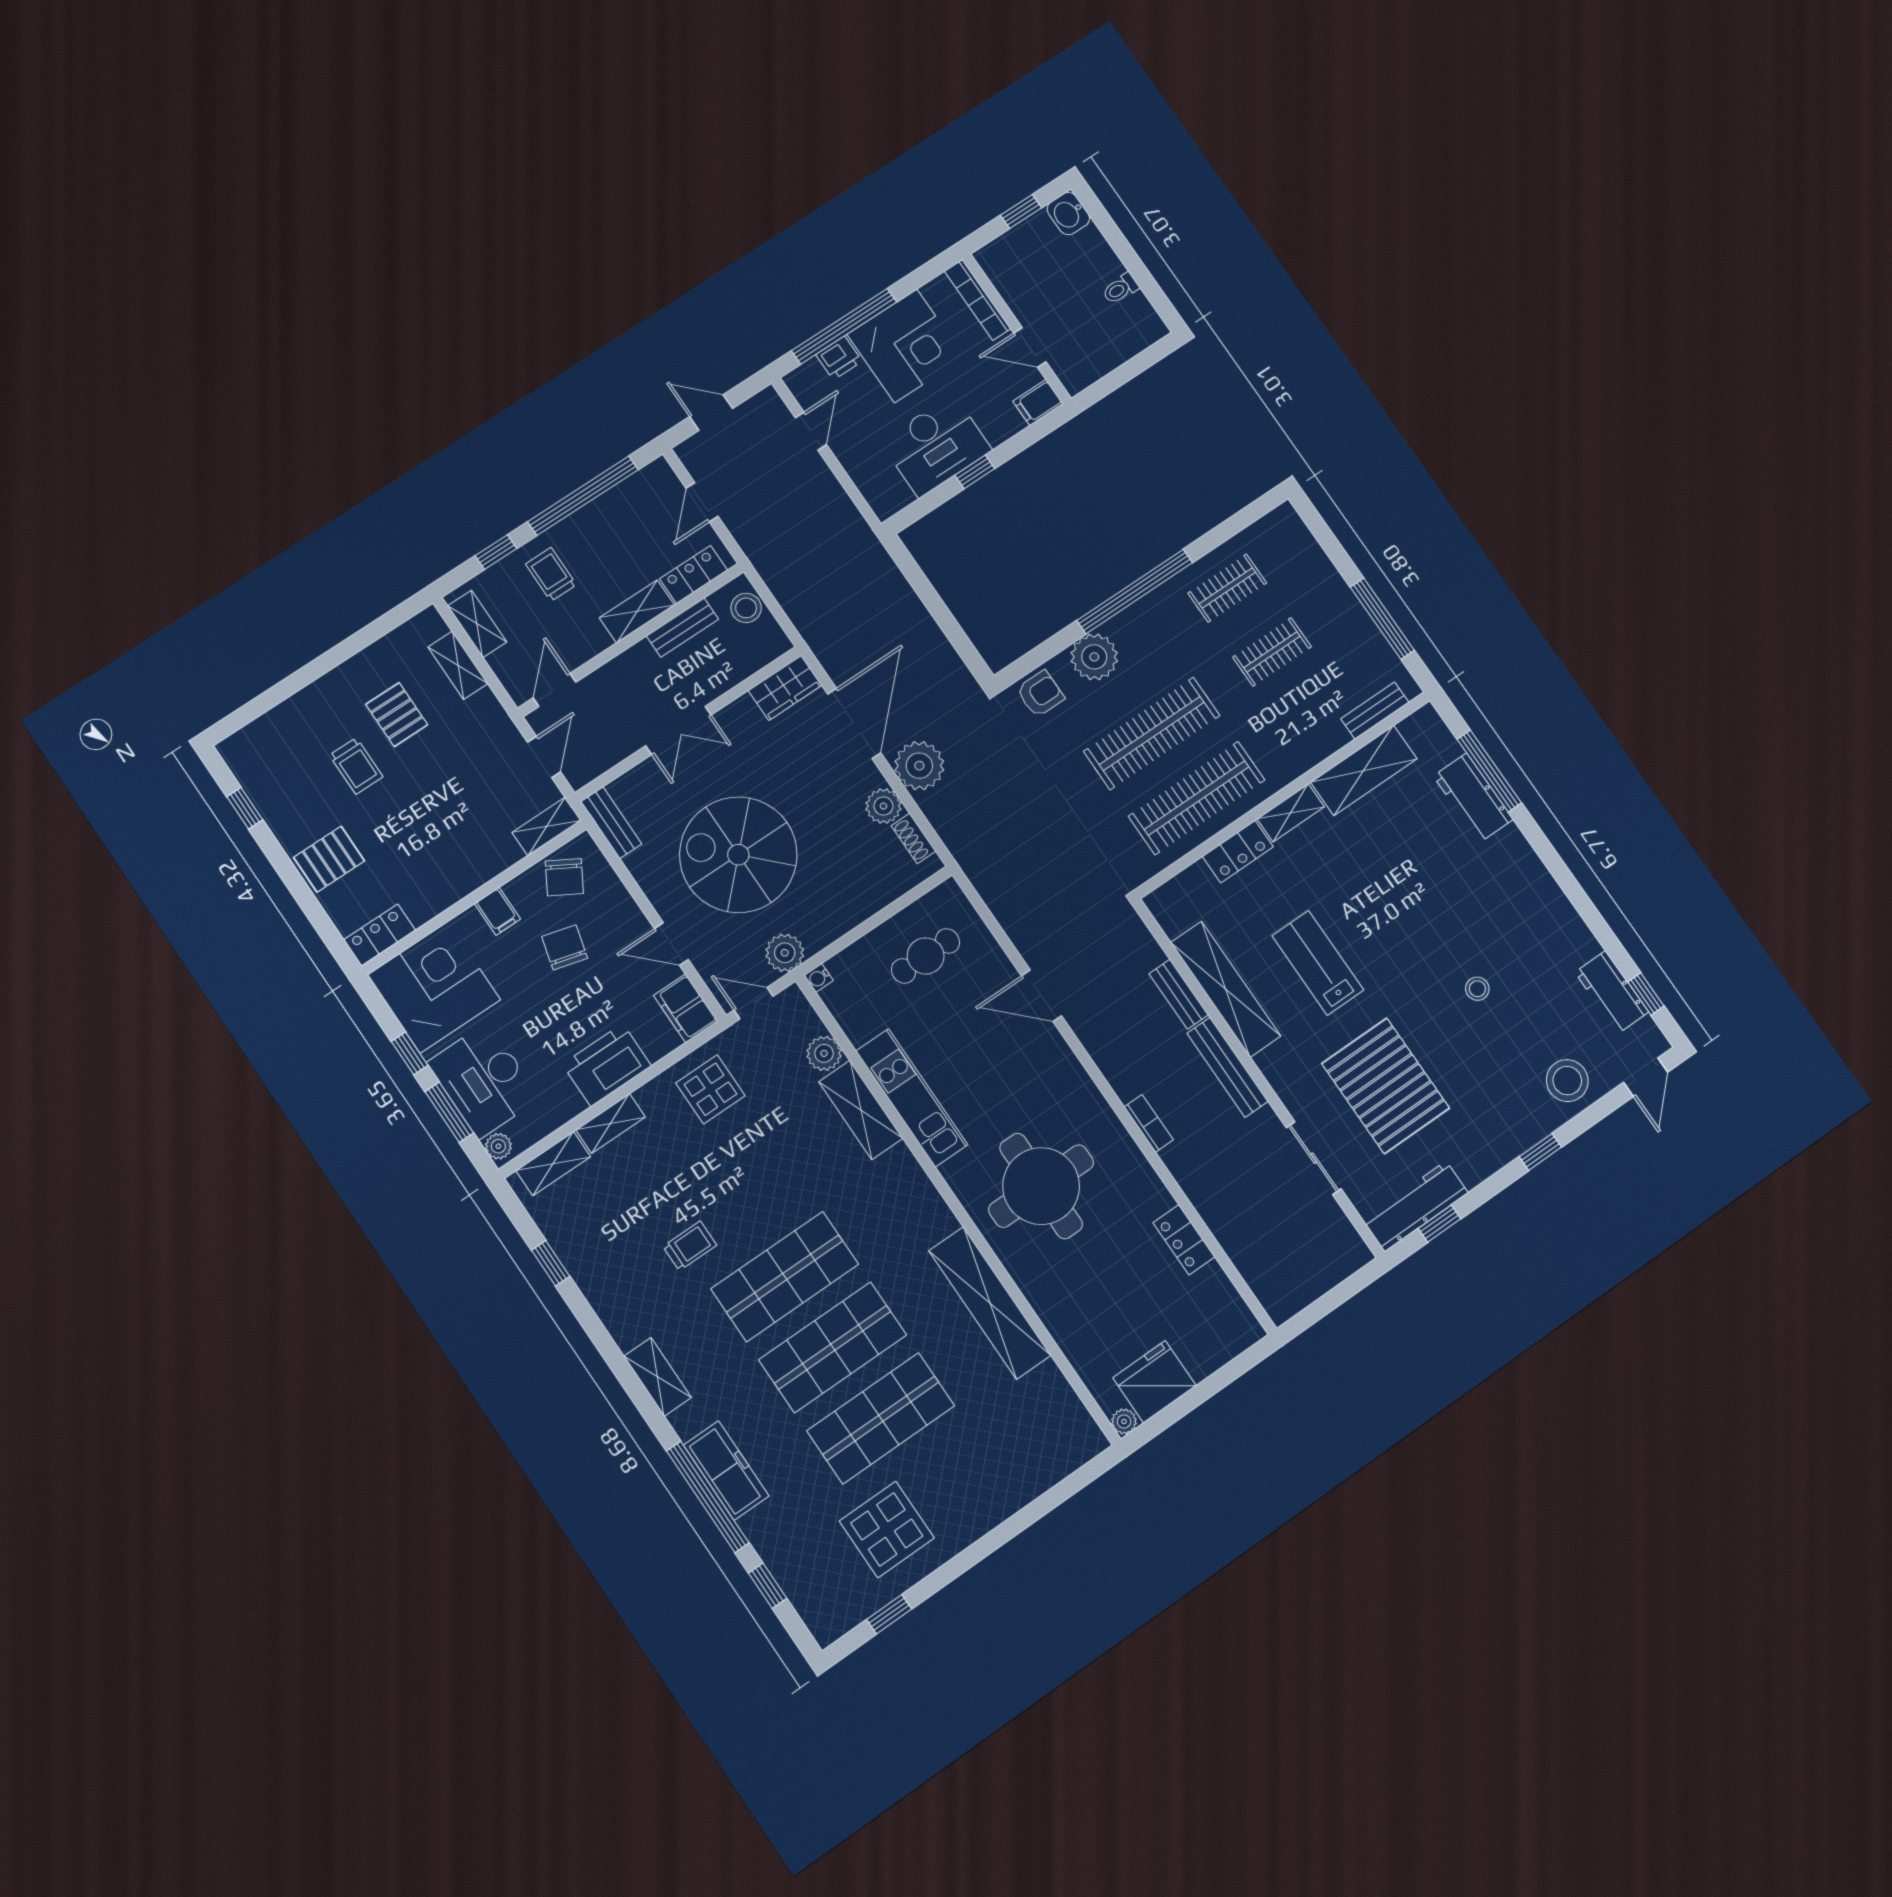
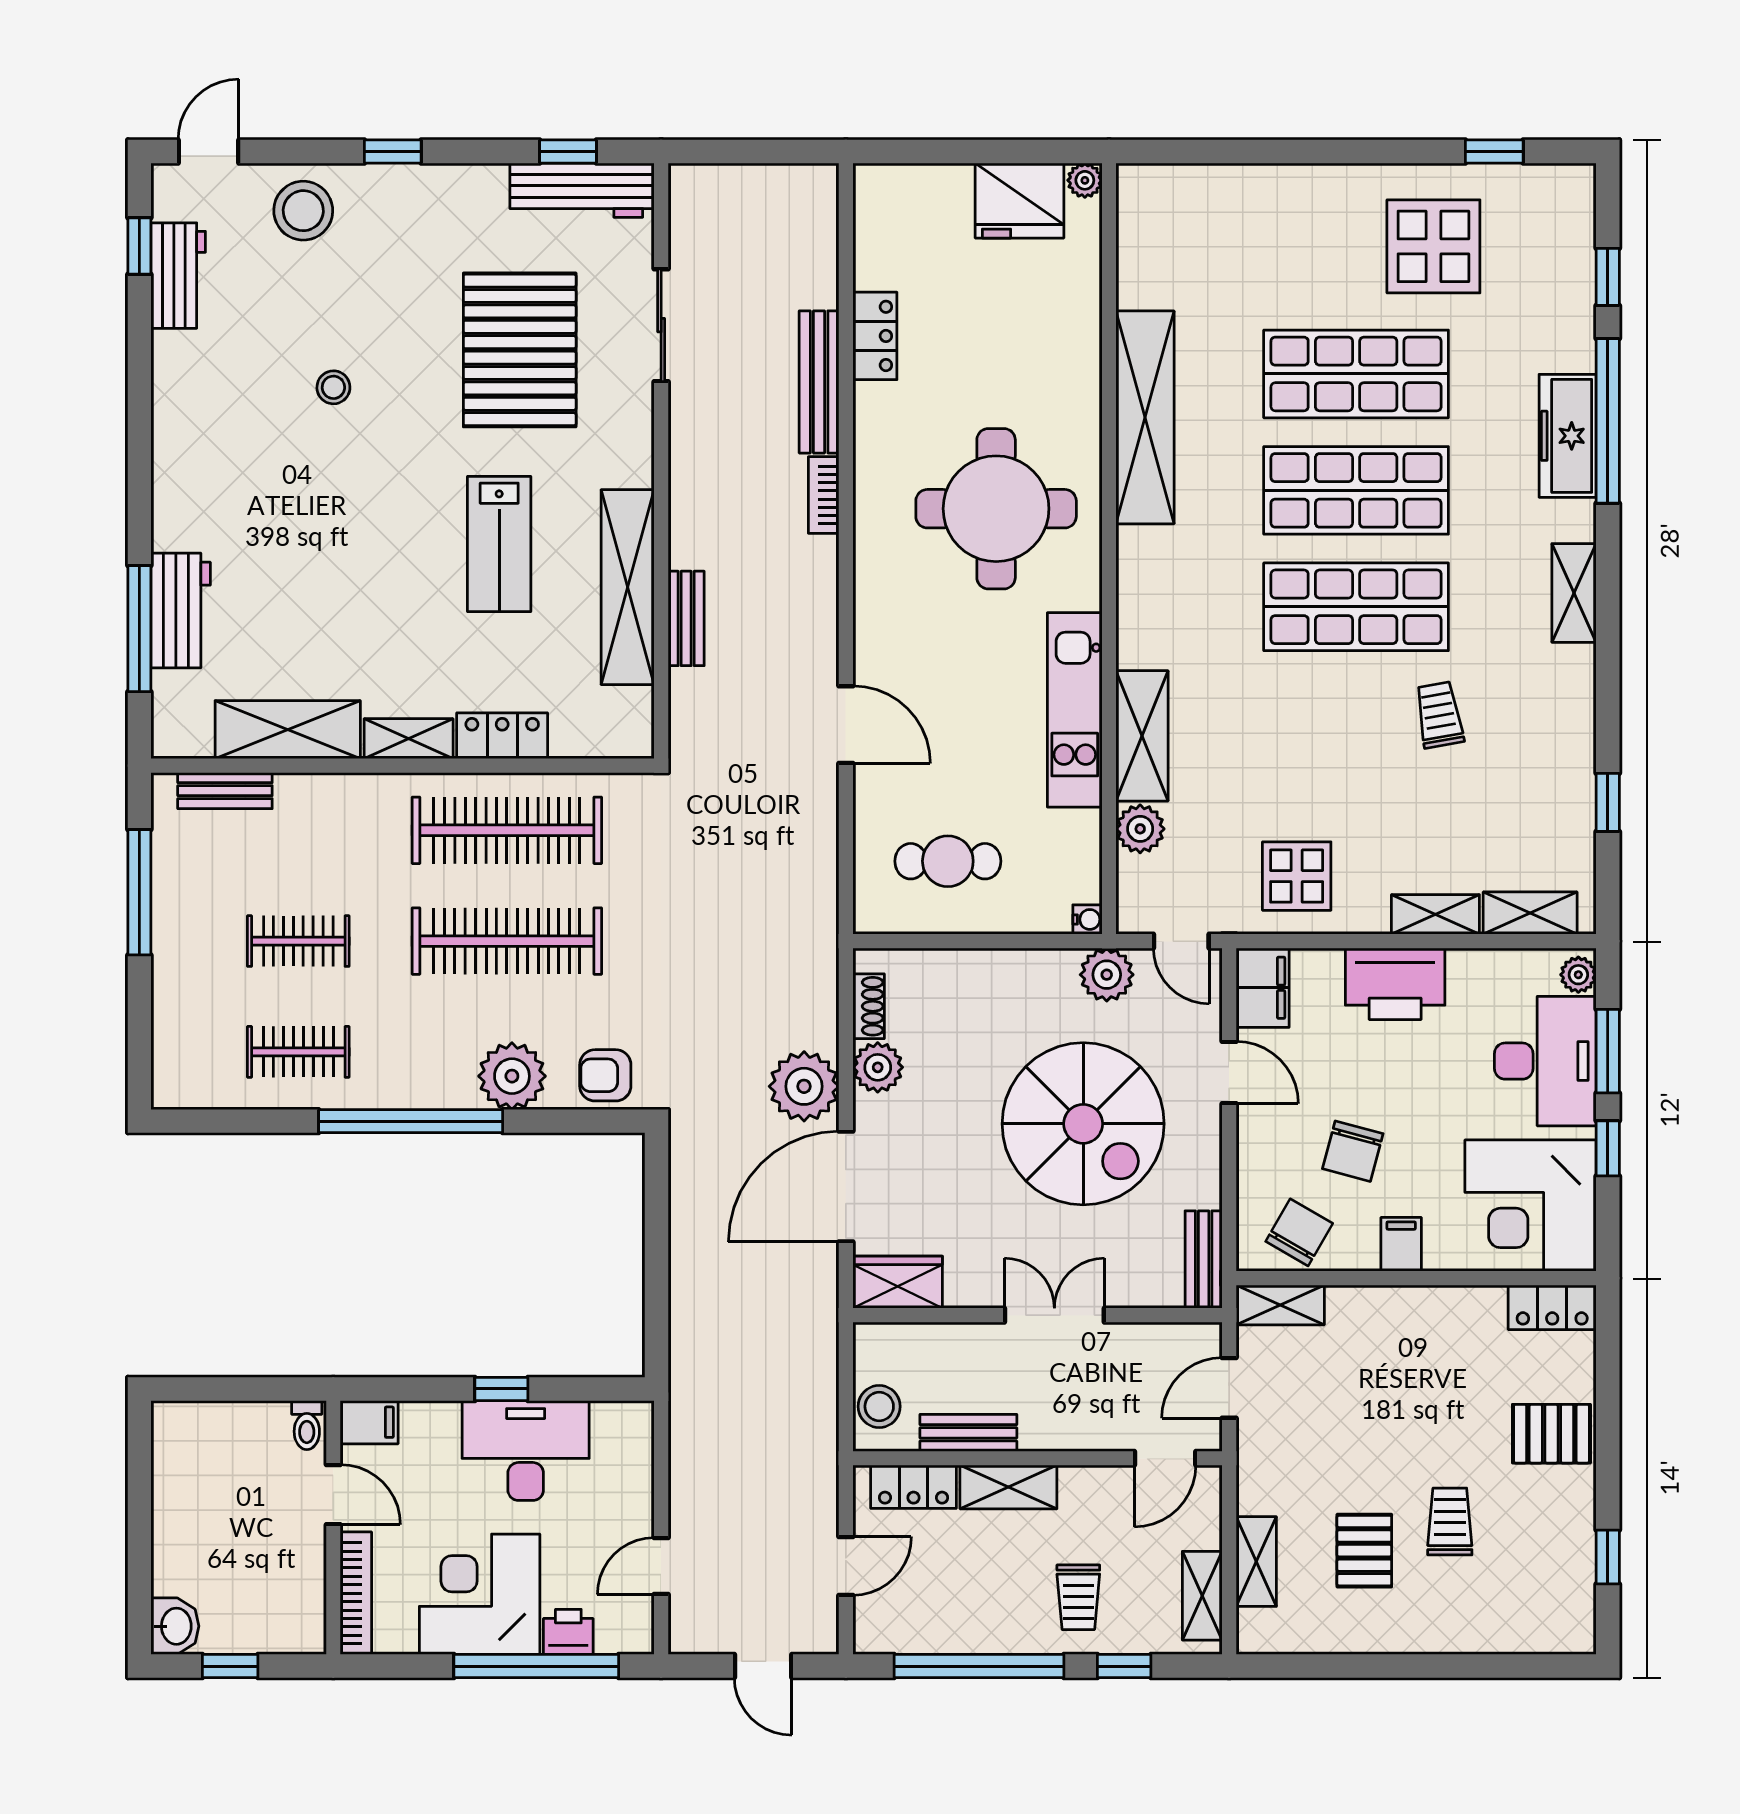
toilet: (1120, 289) -> (307, 1425), moved, turned 90
bench: (1228, 1067) -> (819, 382), moved
trolley: (690, 1246) -> (1439, 715), turned 80

